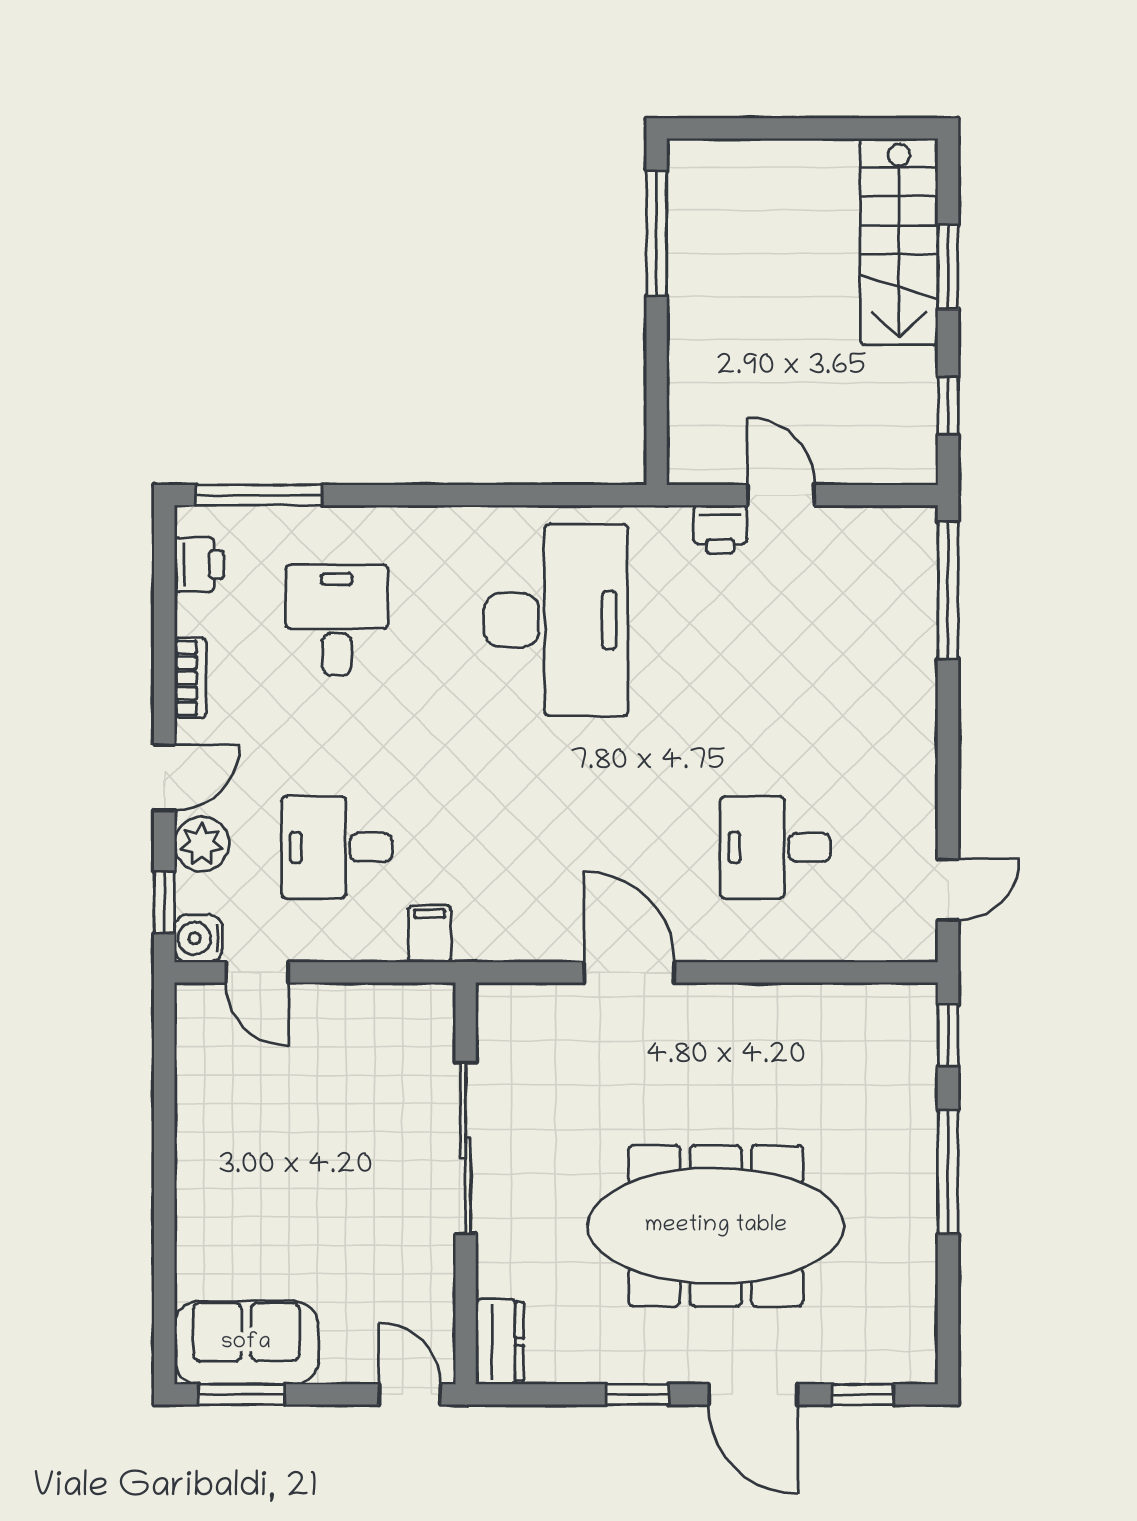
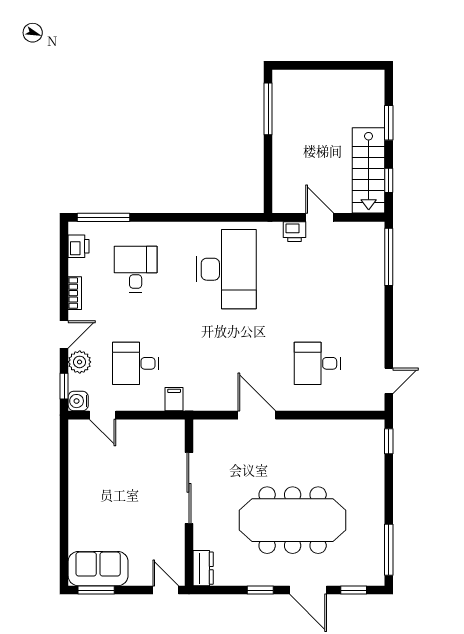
stairs: (899, 242) -> (369, 170), moved
window: (948, 1172) -> (389, 550), moved

